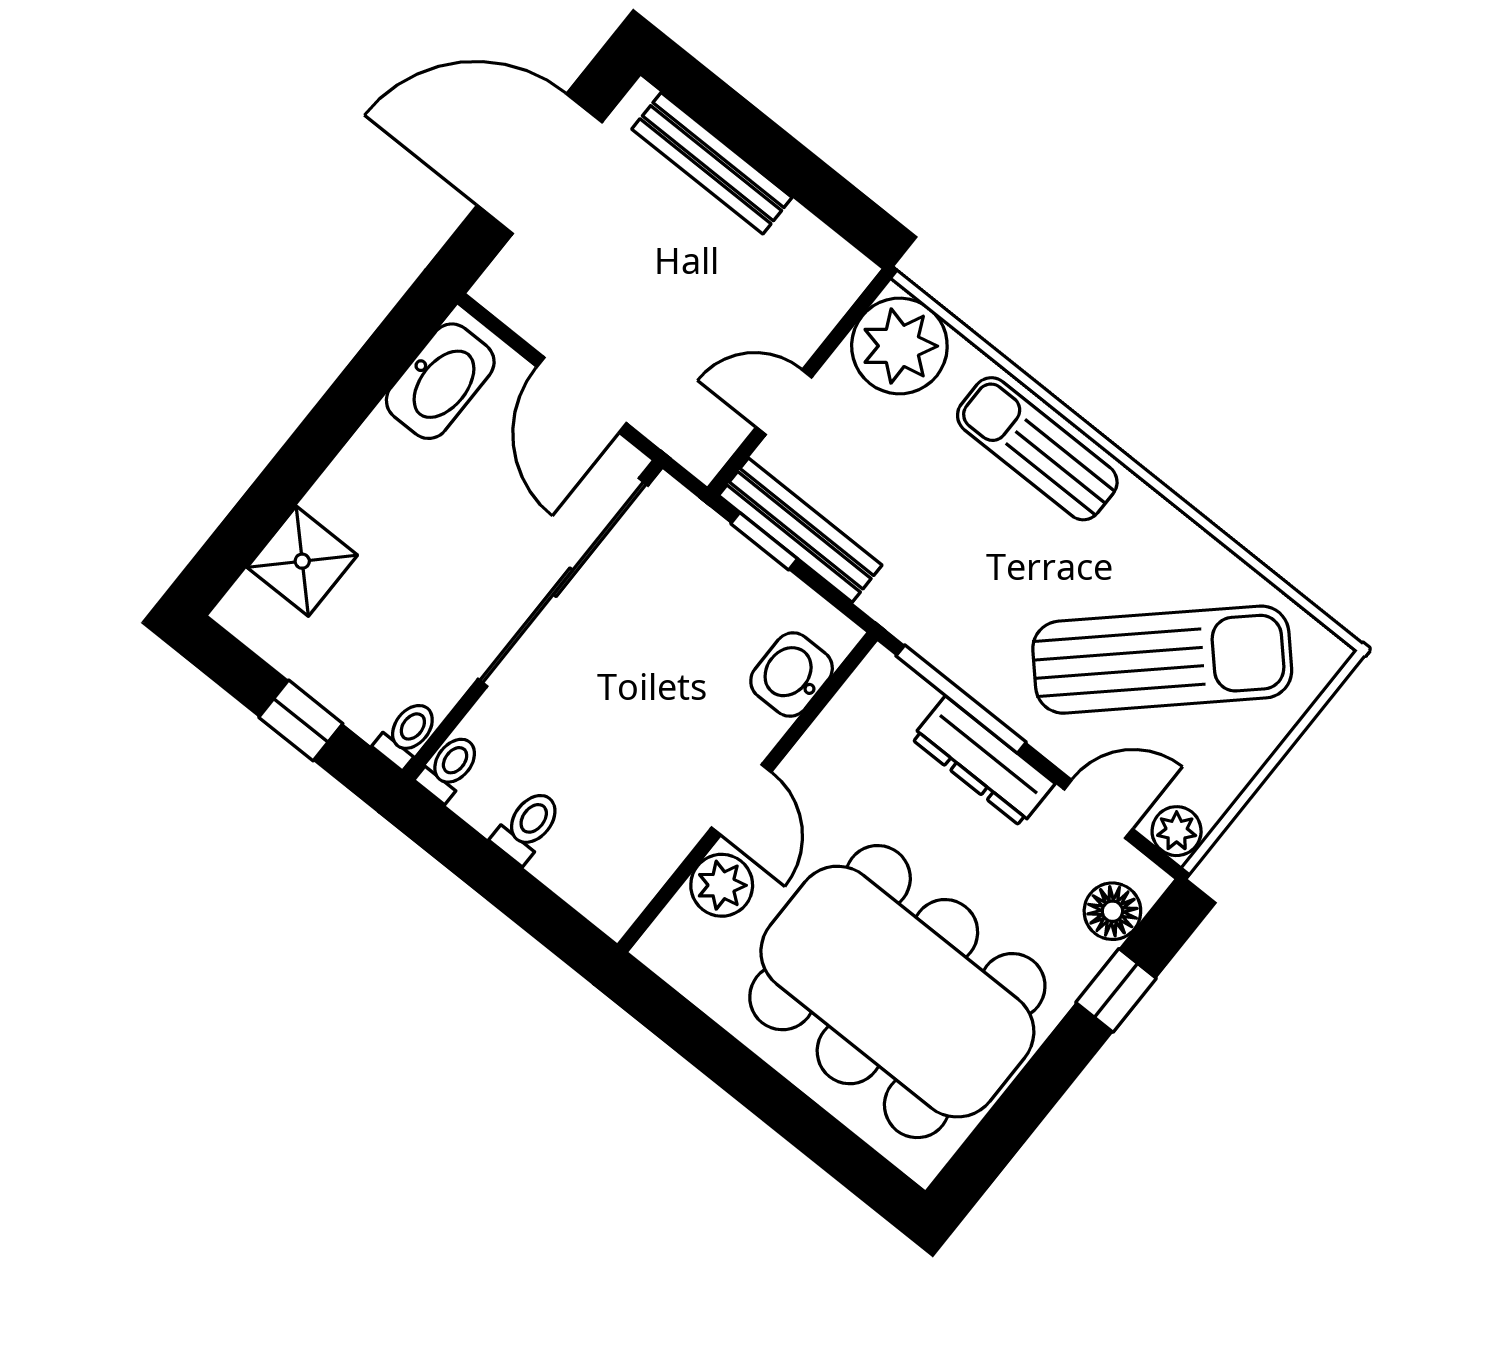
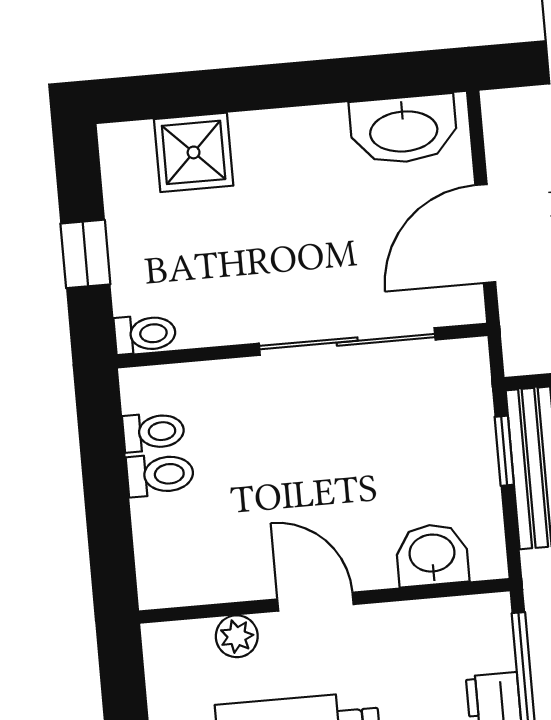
sliding door: (563, 582) -> (347, 342), width x0.73
toilet: (449, 767) -> (154, 432), moved
door: (741, 800) -> (315, 602), swing flipped
plant: (722, 885) -> (237, 636), width x0.73, depth x0.73

